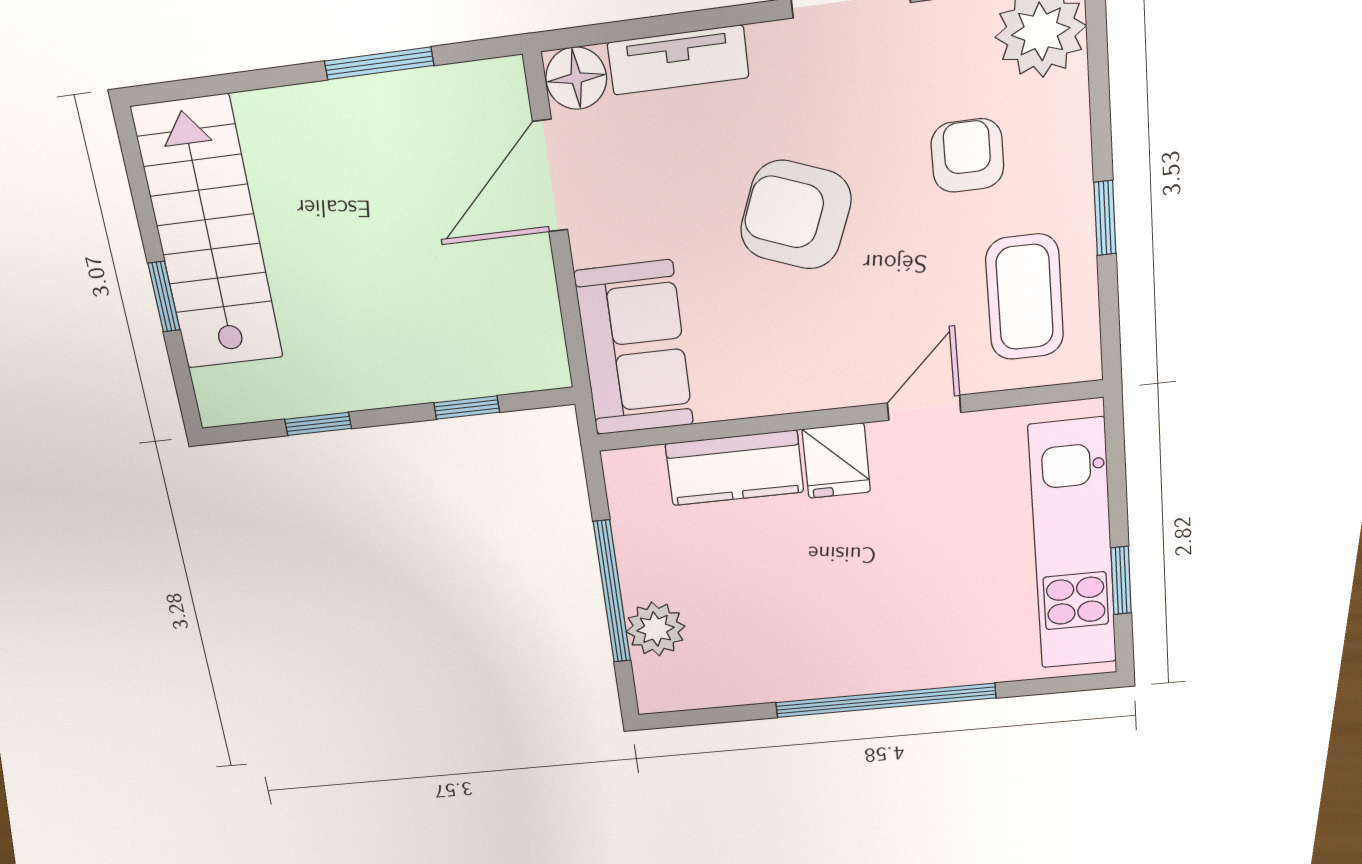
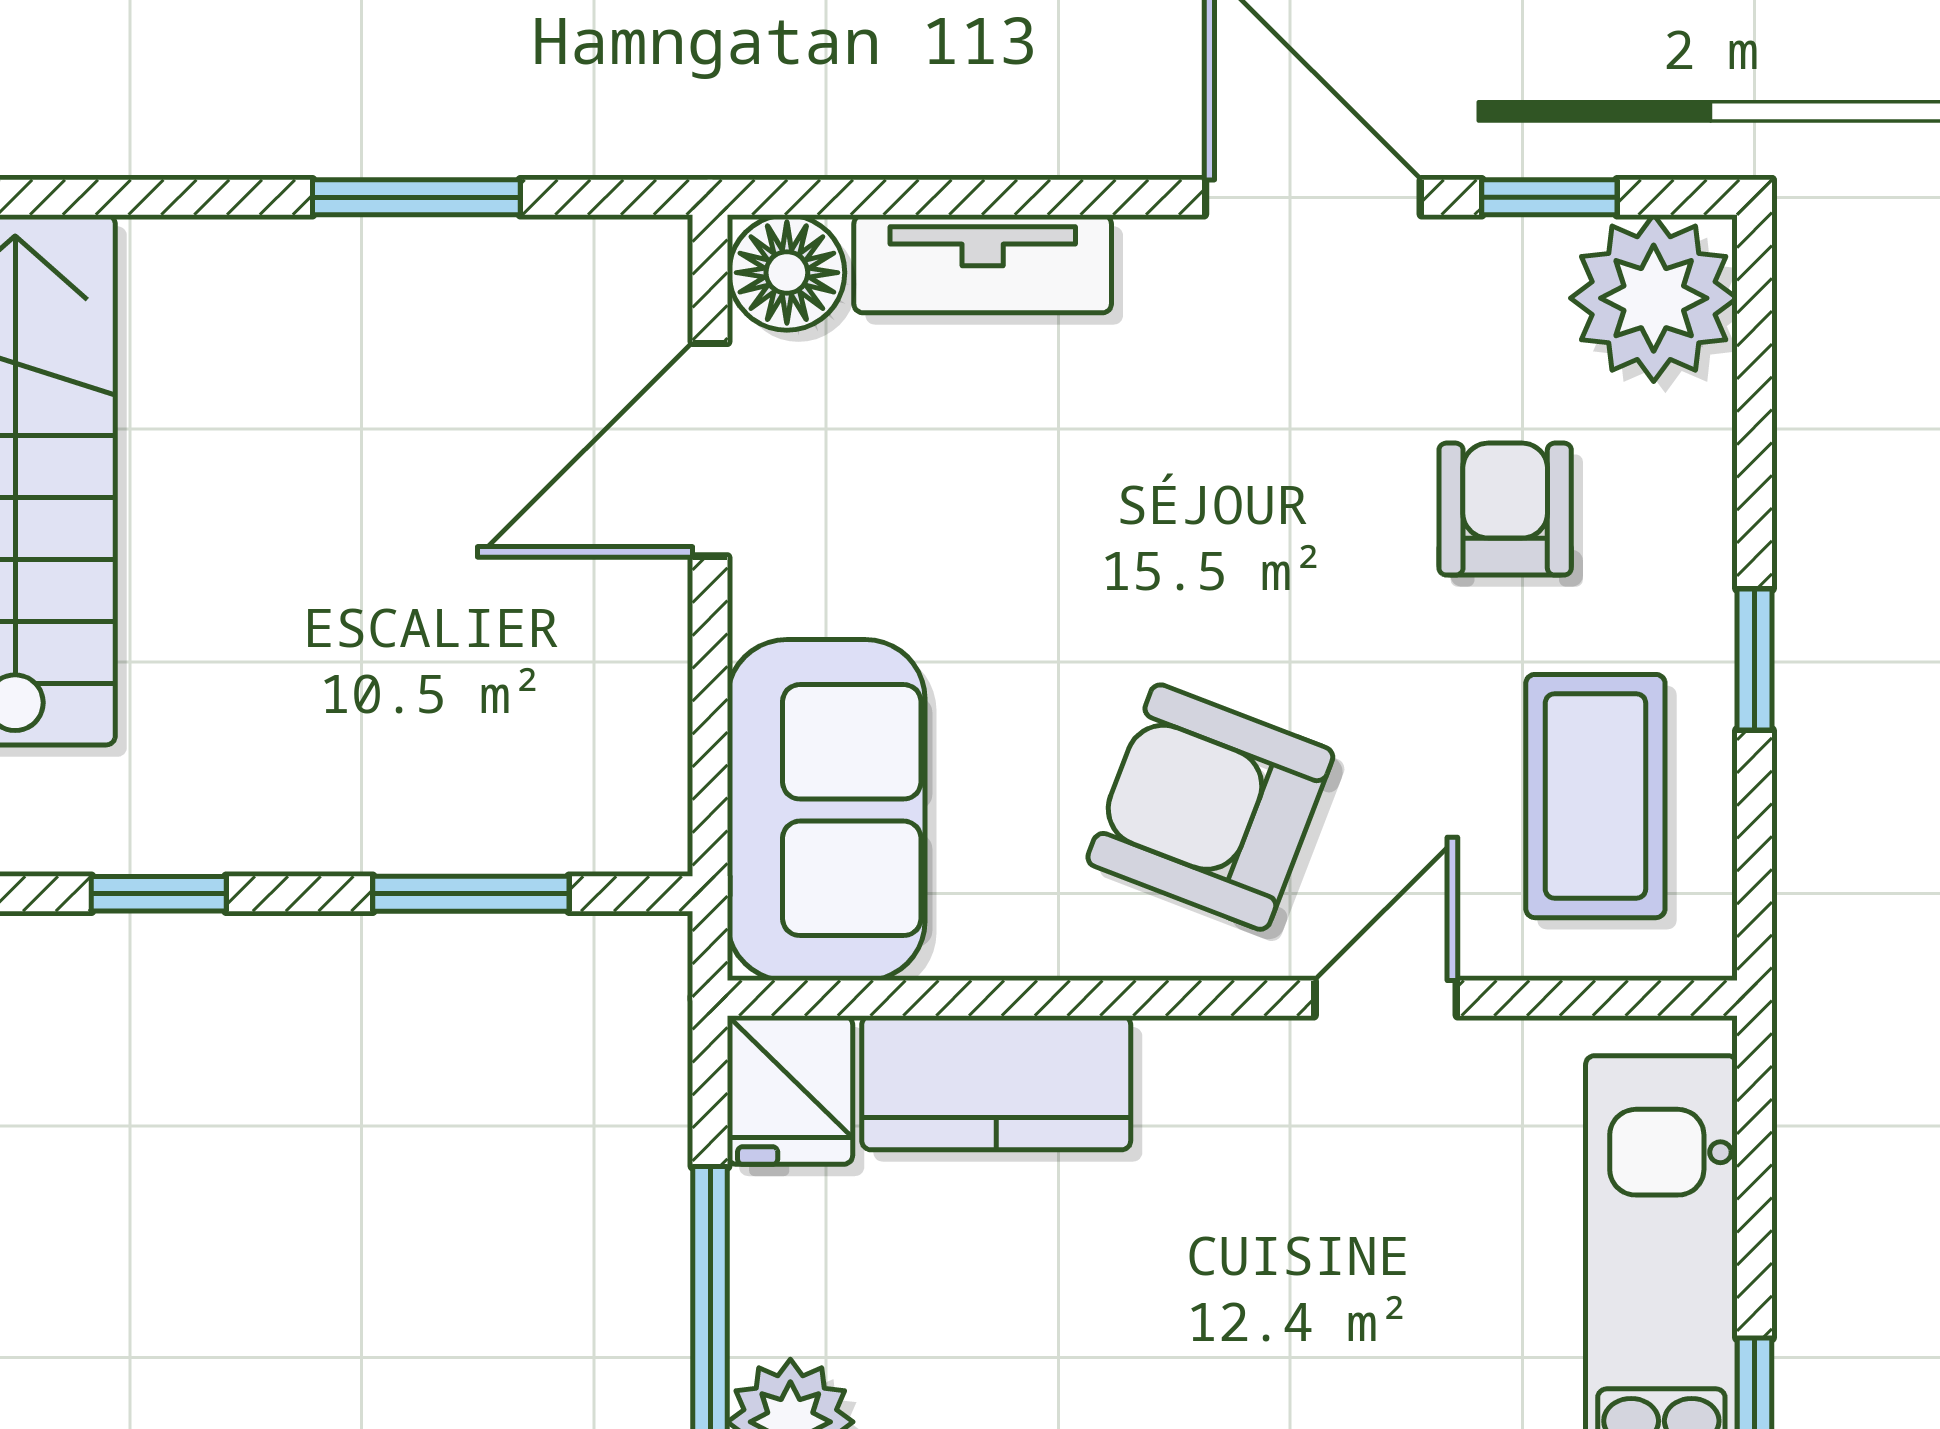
armchair: (796, 215) -> (1210, 807), moved
window: (467, 407) -> (471, 894), width x1.50
fridge: (836, 461) -> (790, 1090), moved

